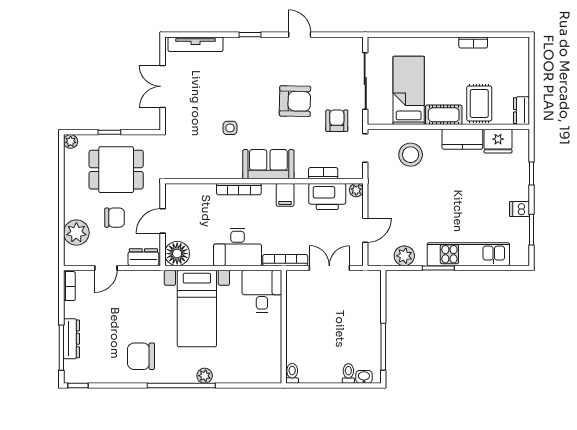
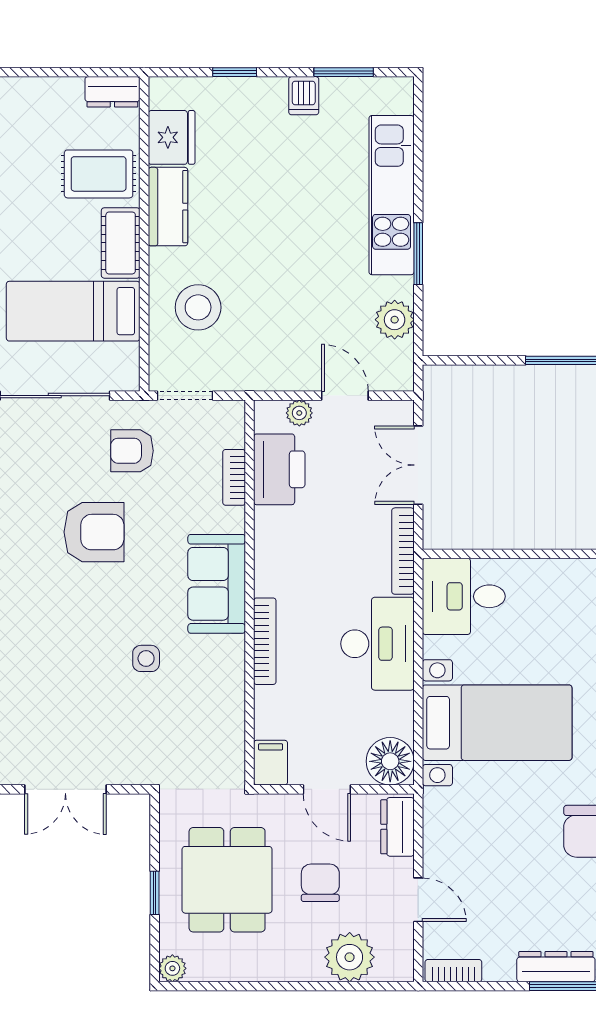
armchair: (295, 101) -> (94, 532), turned 89
plant: (356, 190) -> (299, 413), moved
filing cabinet: (285, 195) -> (271, 763), moved, turned -90

